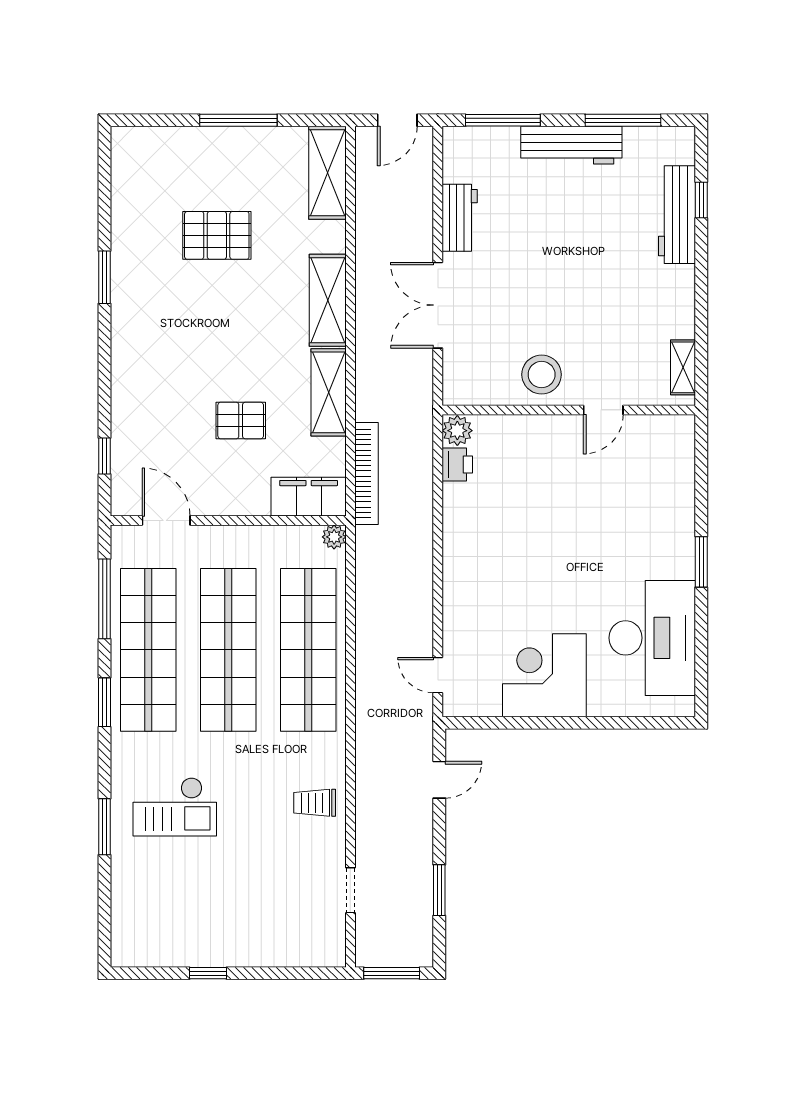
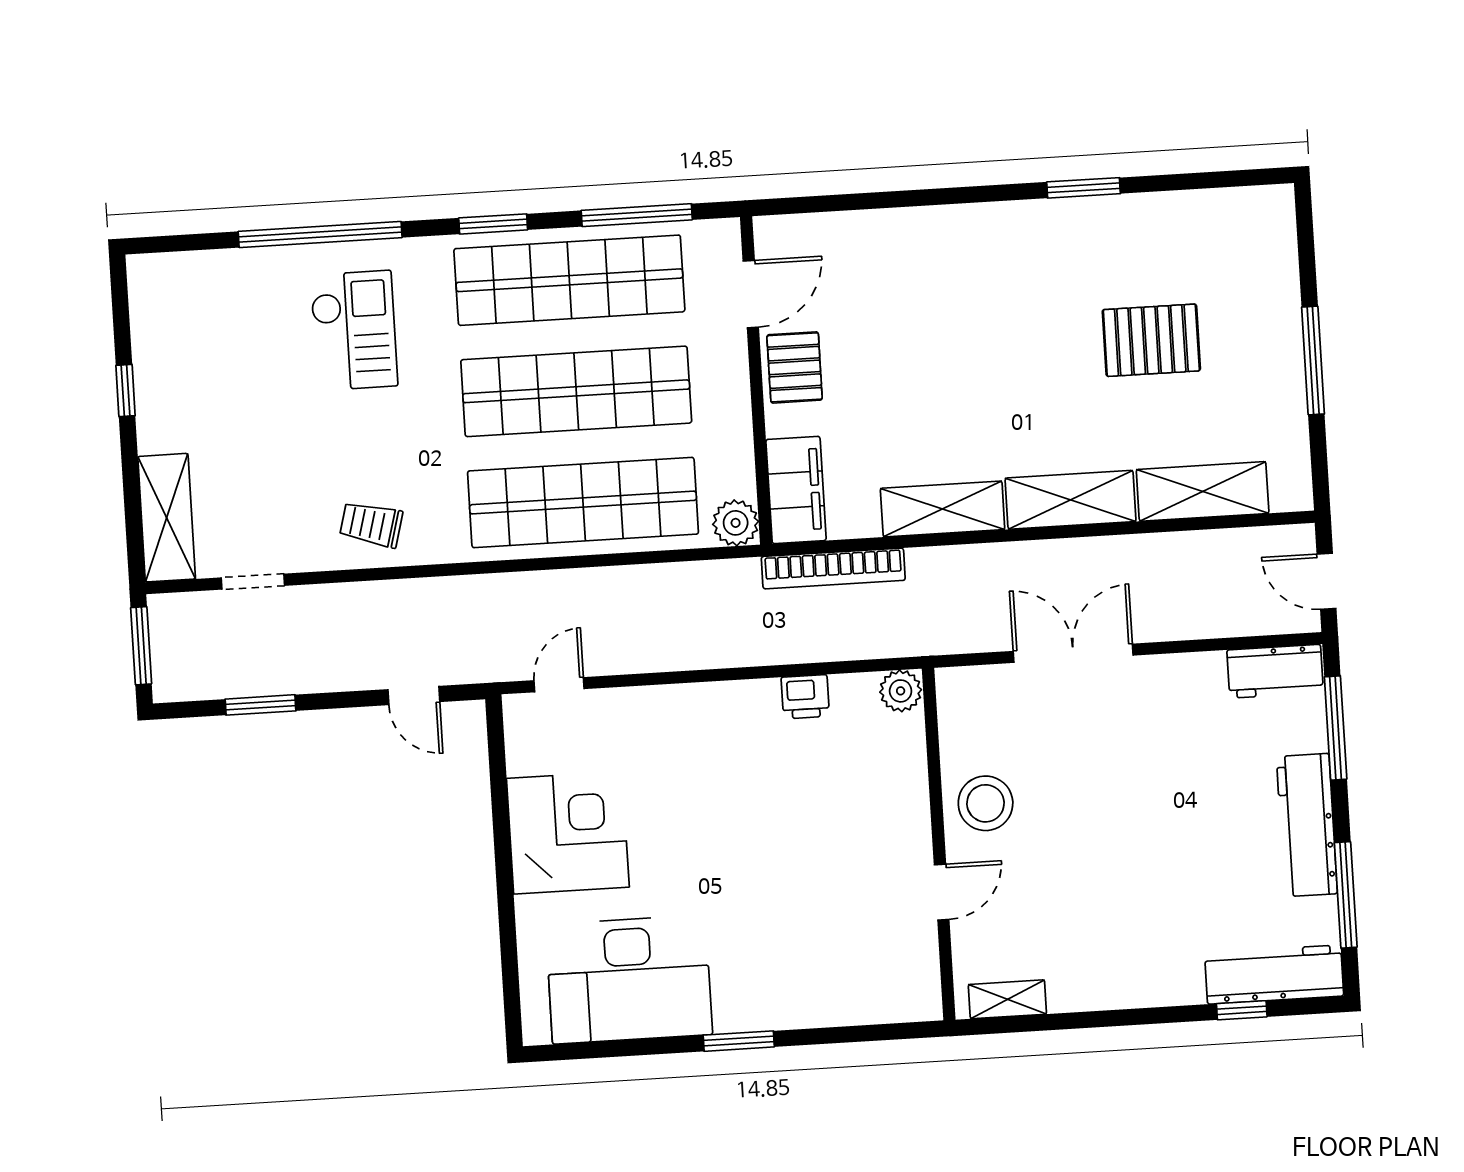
shelving: (328, 173) -> (1203, 491), moved
workbench: (677, 215) -> (1274, 975), moved
workbench: (460, 218) -> (1275, 671), moved
pallet: (217, 235) -> (1151, 340), turned 90
door: (603, 410) -> (942, 892), swing flipped
pallet: (241, 420) -> (795, 367), moved
window: (105, 456) -> (835, 203), removed
printer: (457, 464) -> (805, 697), moved
plant: (334, 537) -> (736, 523), width x1.38, depth x1.38
trolley: (315, 803) -> (371, 524), turned -75
checkout: (175, 807) -> (354, 330), turned 180
window: (105, 827) -> (320, 235), width x2.11
shelving: (301, 949) -> (167, 518), added

